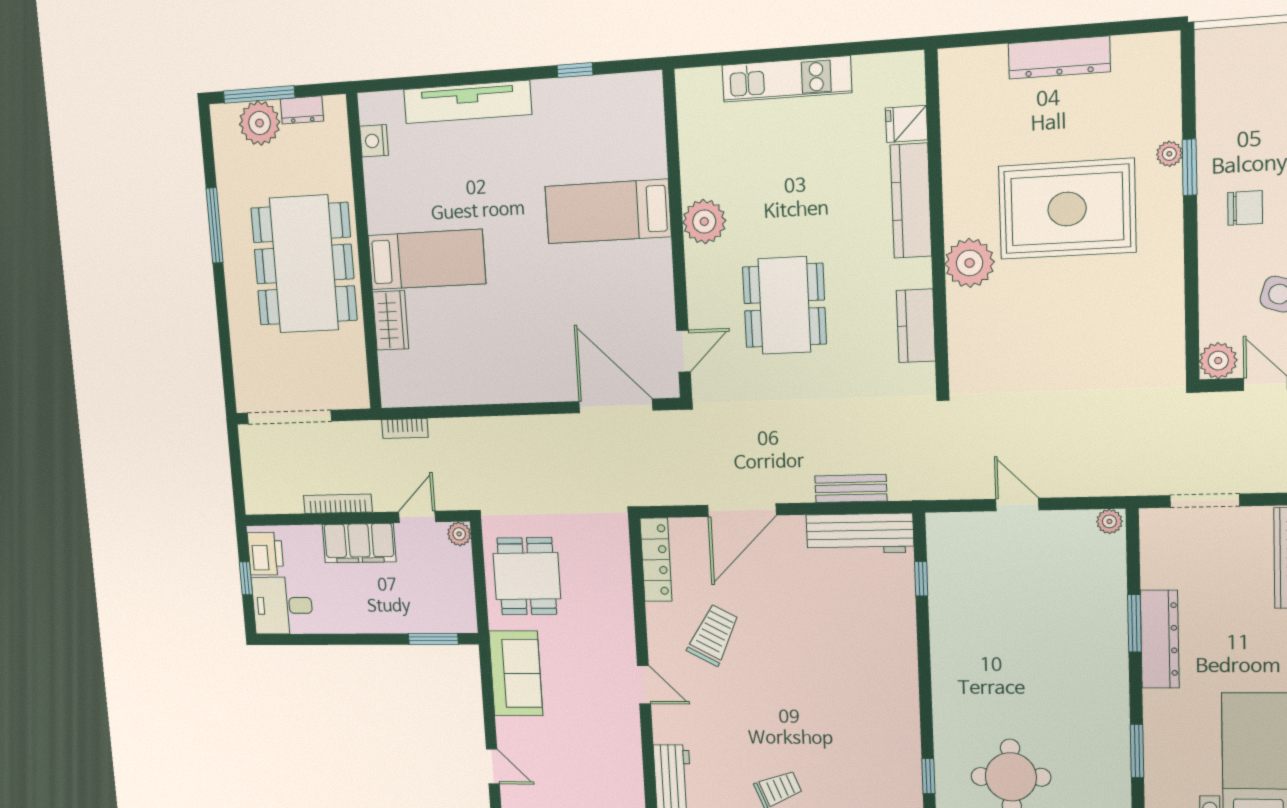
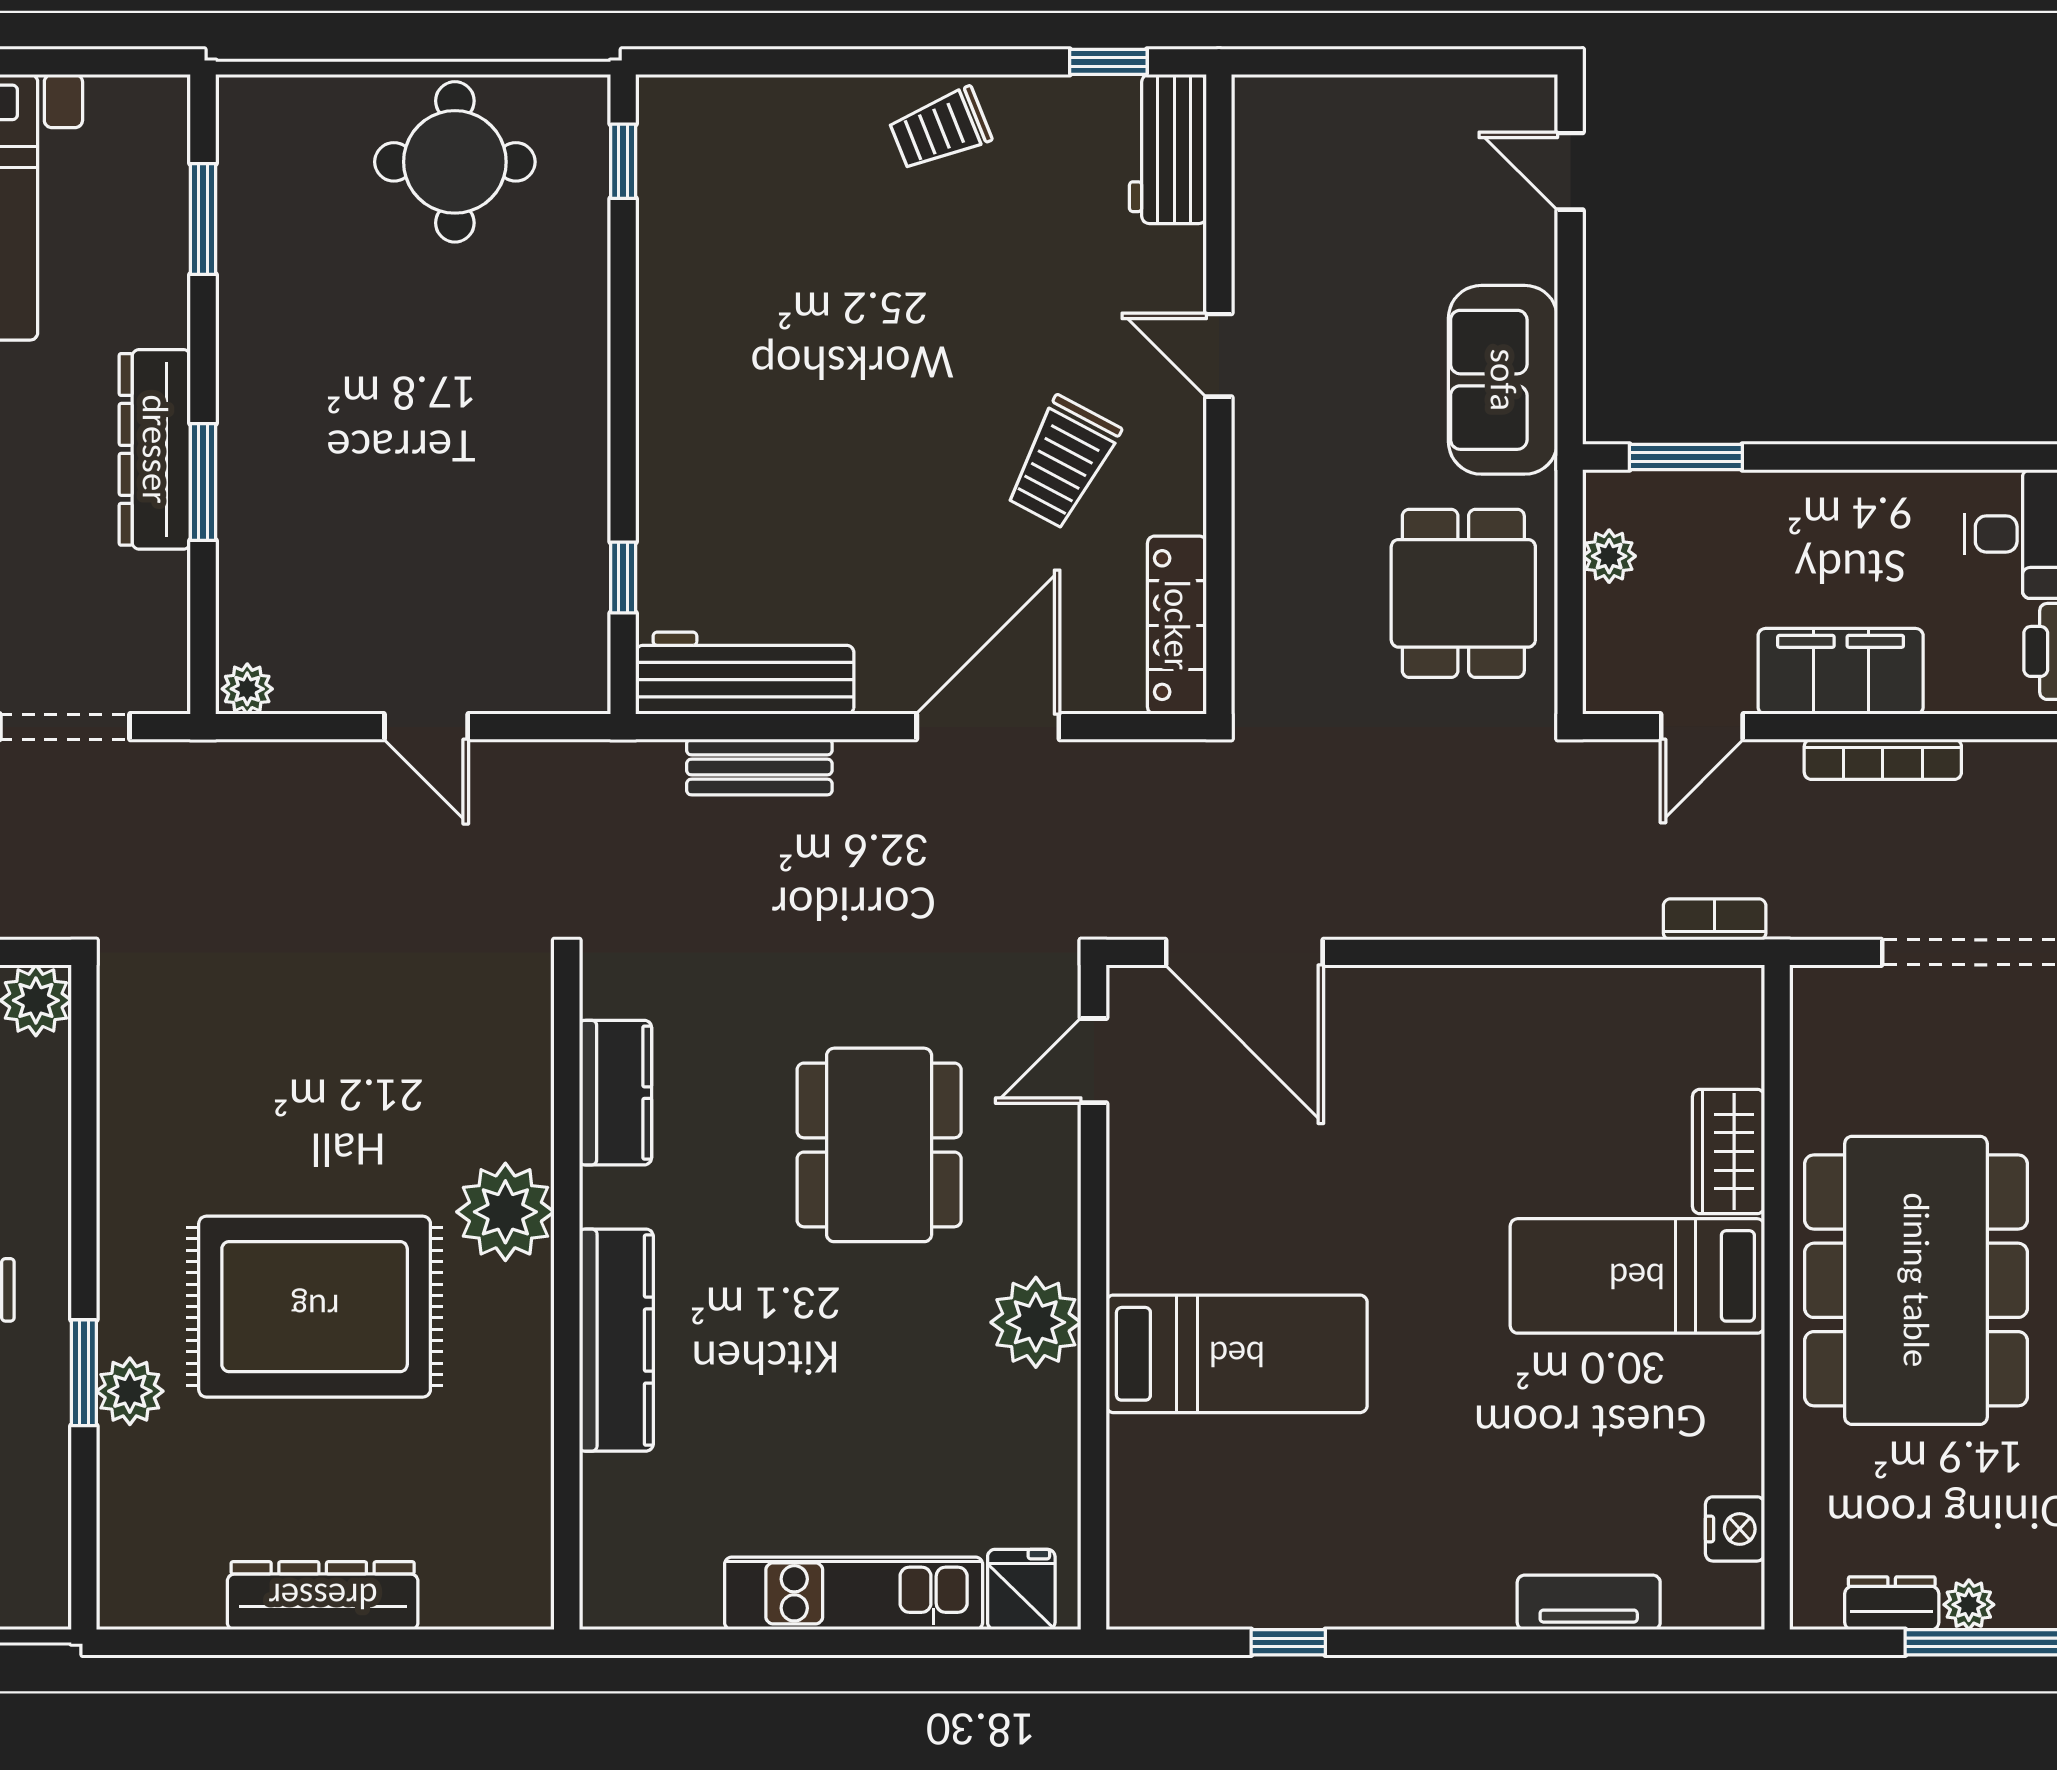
tv unit: (467, 102) -> (1589, 1602), width x0.52, depth x0.78
plant: (260, 123) -> (1969, 1605), width x0.53, depth x0.53
fridge: (907, 124) -> (1021, 1590), moved, turned -90
plant: (1169, 154) -> (130, 1391), width x1.38, depth x1.38
plant: (459, 534) -> (1609, 556), moved

